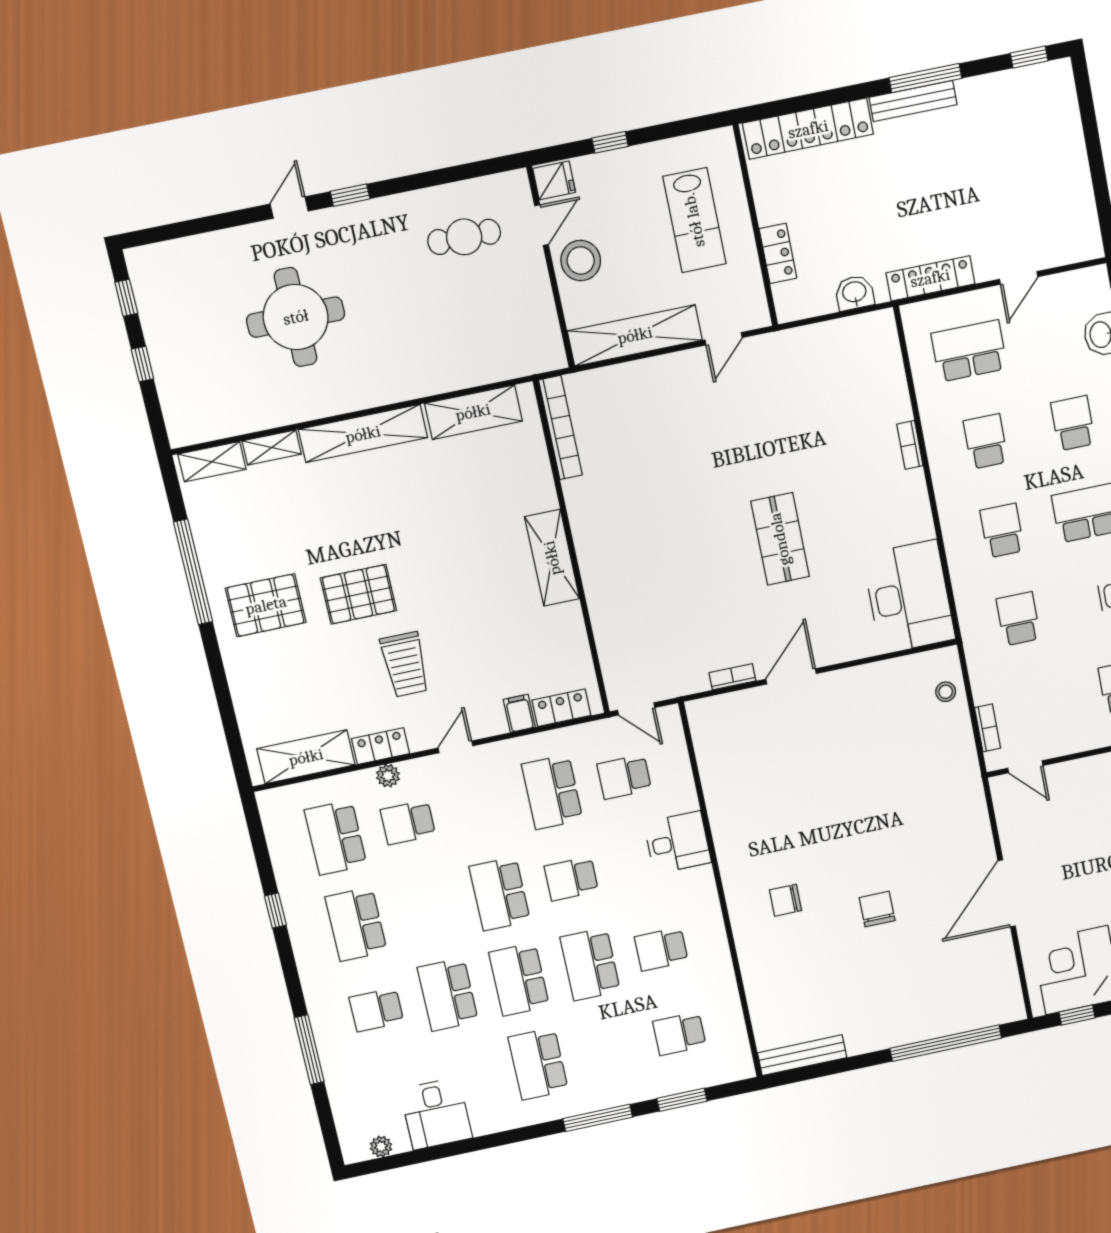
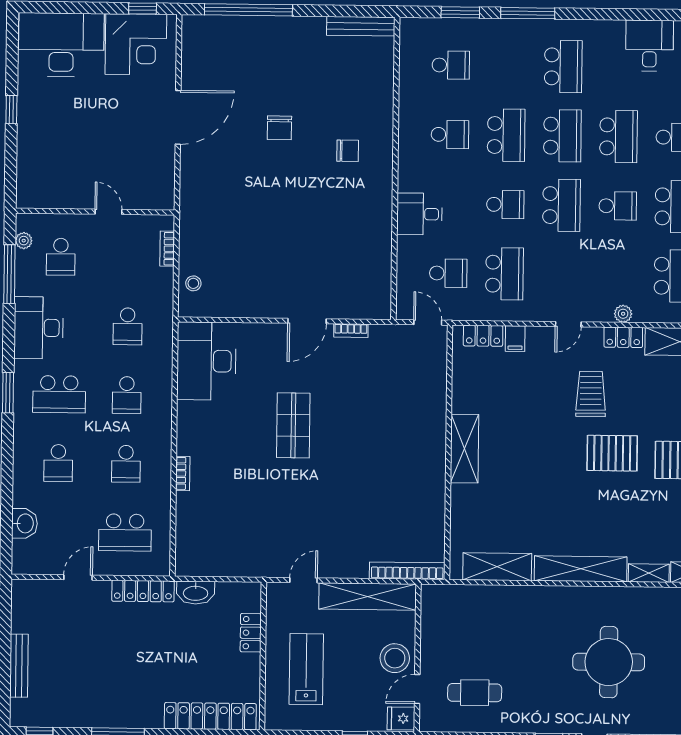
bench: (913, 101) -> (19, 666), moved, turned 90
washbasin: (854, 293) -> (196, 593), width x1.38
bookcase: (560, 428) -> (407, 571), moved, turned 90
door: (1025, 767) -> (109, 212), moved
school desk: (408, 822) -> (618, 206), moved

